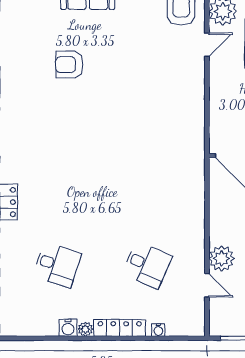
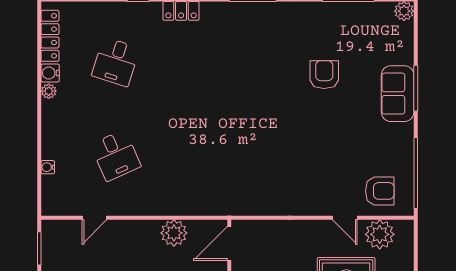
plant: (222, 259) -> (174, 233), moved
desk: (147, 265) -> (116, 155), turned -48
locker: (120, 328) -> (50, 36), moved

